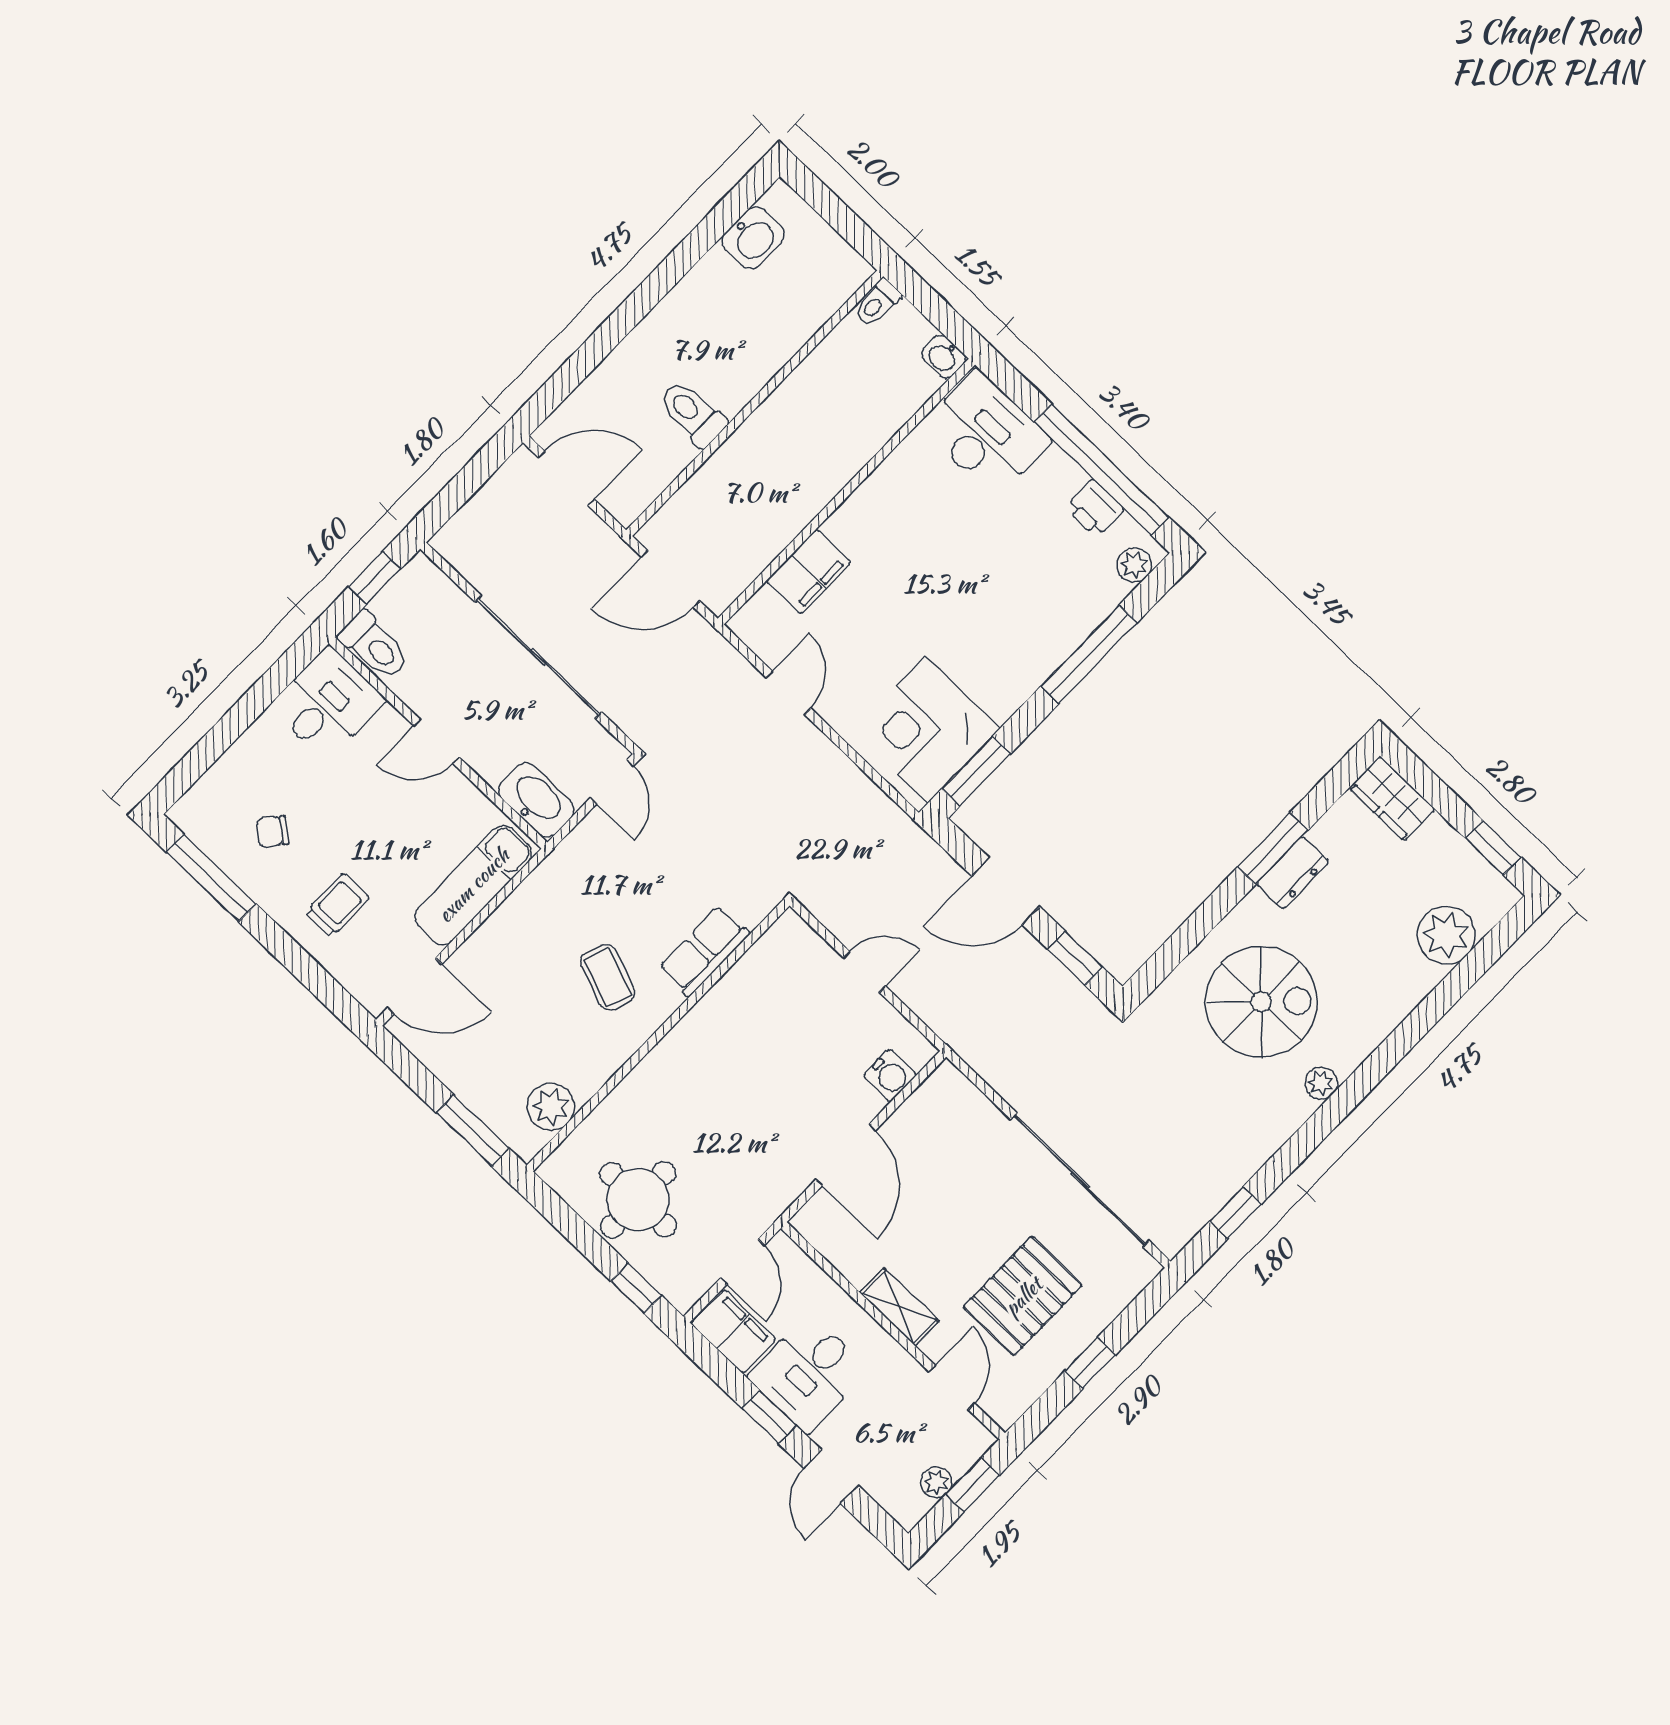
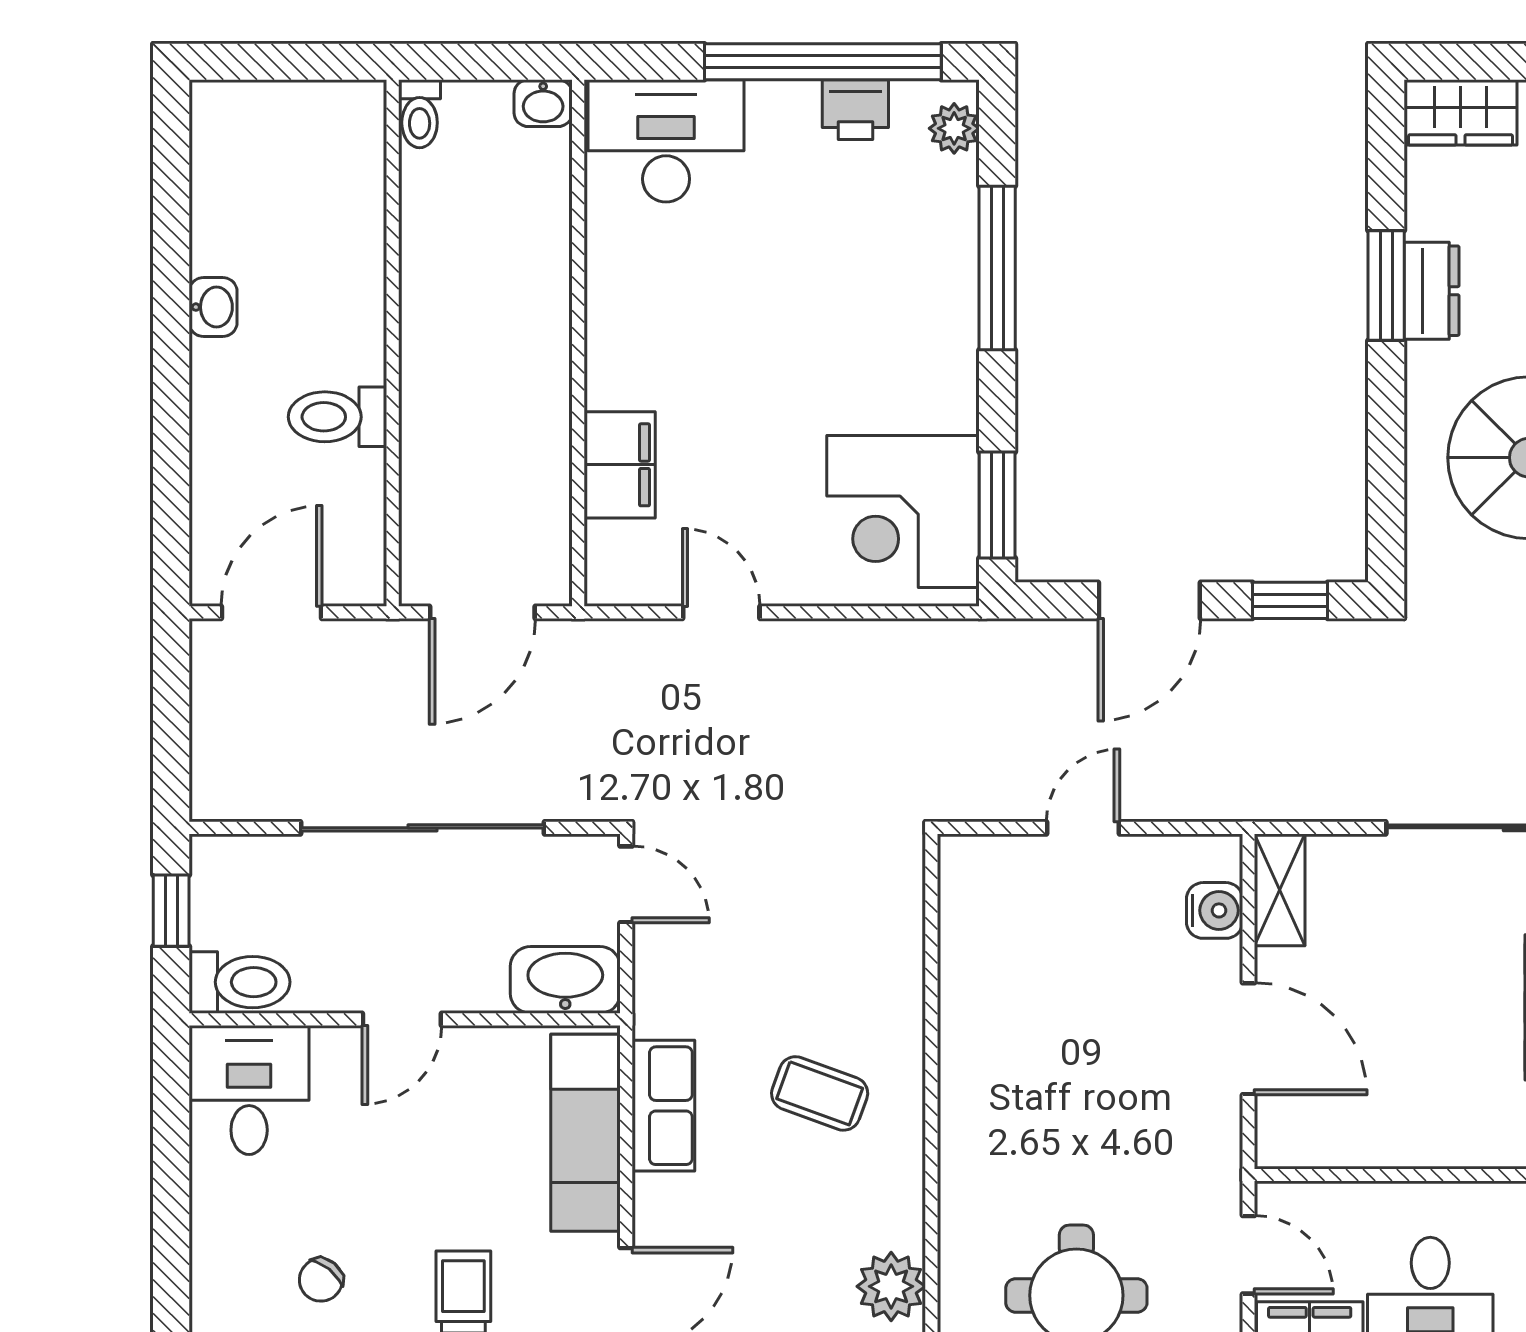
washbasin: (753, 238) -> (213, 307), moved, width x0.72, depth x0.69
row of seats: (704, 951) -> (663, 1106), moved, turned 180
shelving: (899, 1307) -> (1280, 890), moved, turned 90

